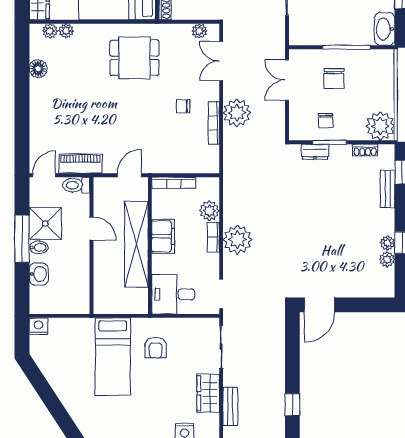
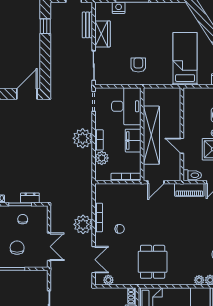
dining table: (135, 58) -> (153, 262), turned 90
desk: (173, 294) -> (126, 106), width x1.37
bed: (113, 357) -> (185, 59), moved

